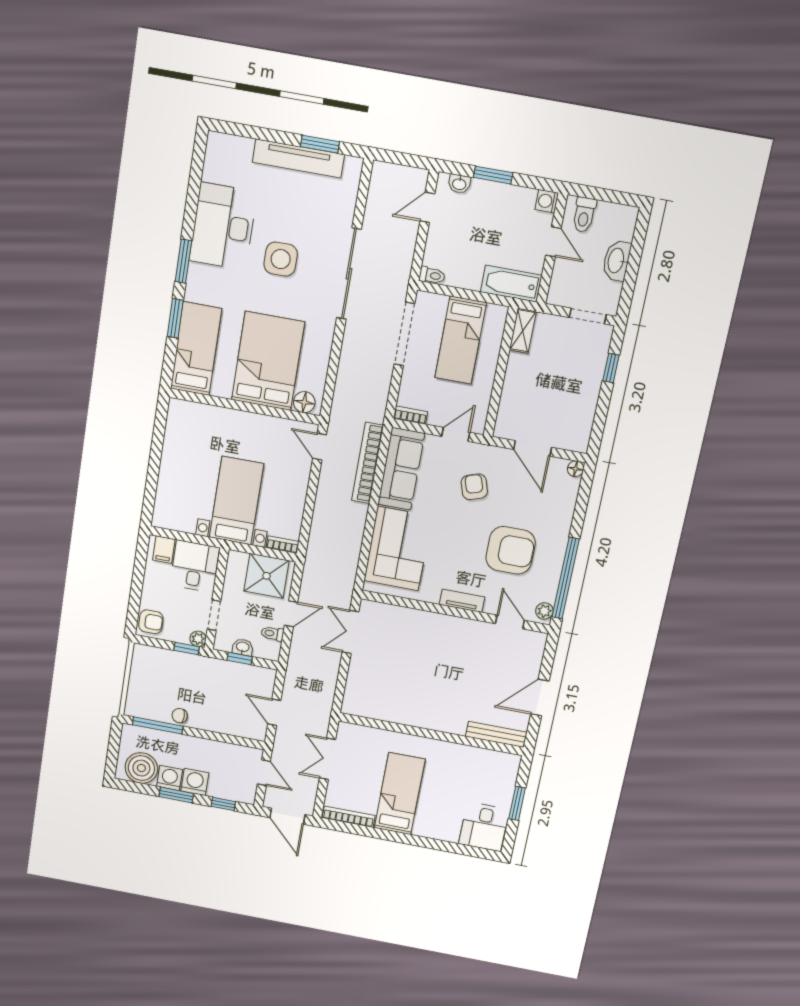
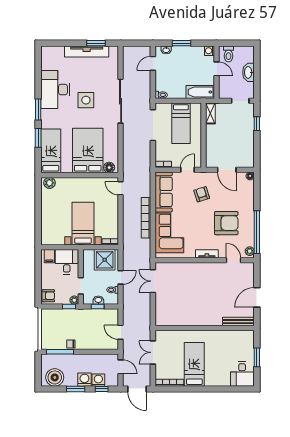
plant: (184, 411) -> (50, 183), added
bookcase: (367, 463) -> (146, 218), moved
washing machine: (170, 778) -> (98, 380), moved

